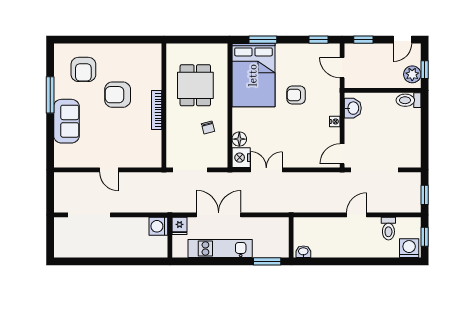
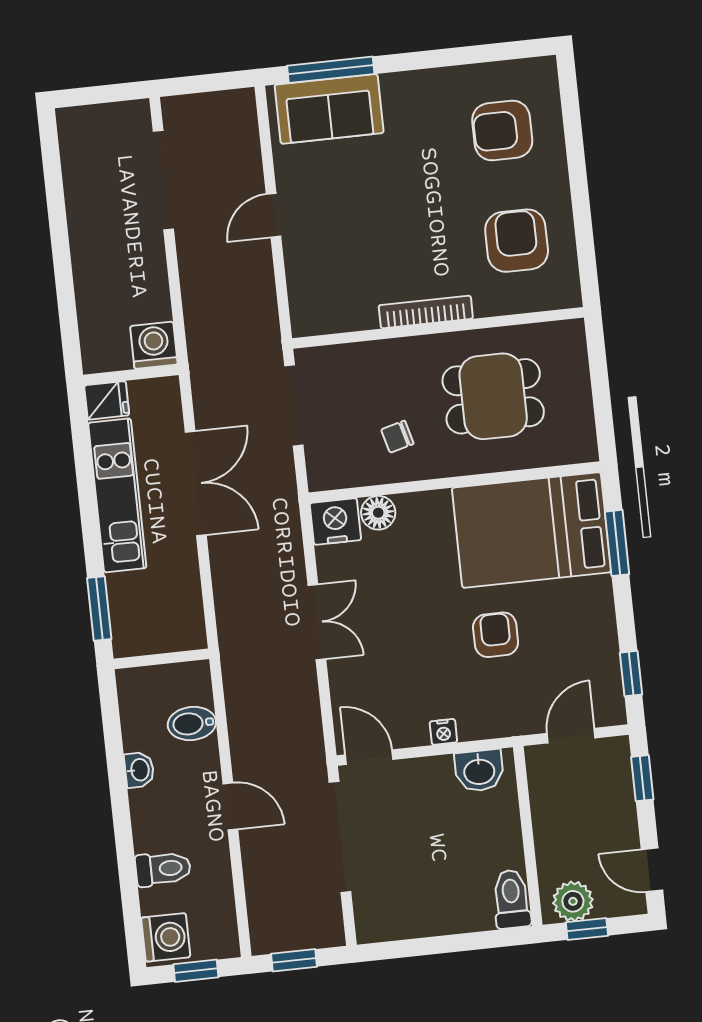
window: (50, 95) -> (331, 70), moved
armchair: (118, 95) -> (517, 241), moved
sofa: (66, 121) -> (329, 109), moved
double door: (266, 170) -> (317, 622), moved
fridge: (180, 226) -> (107, 400), moved, turned 180
bidet: (320, 227) -> (192, 724), added
toilet: (388, 229) -> (163, 869), moved, turned 180
washbasin: (303, 252) -> (139, 770), moved

